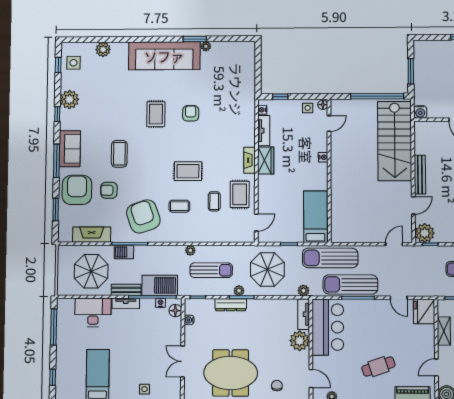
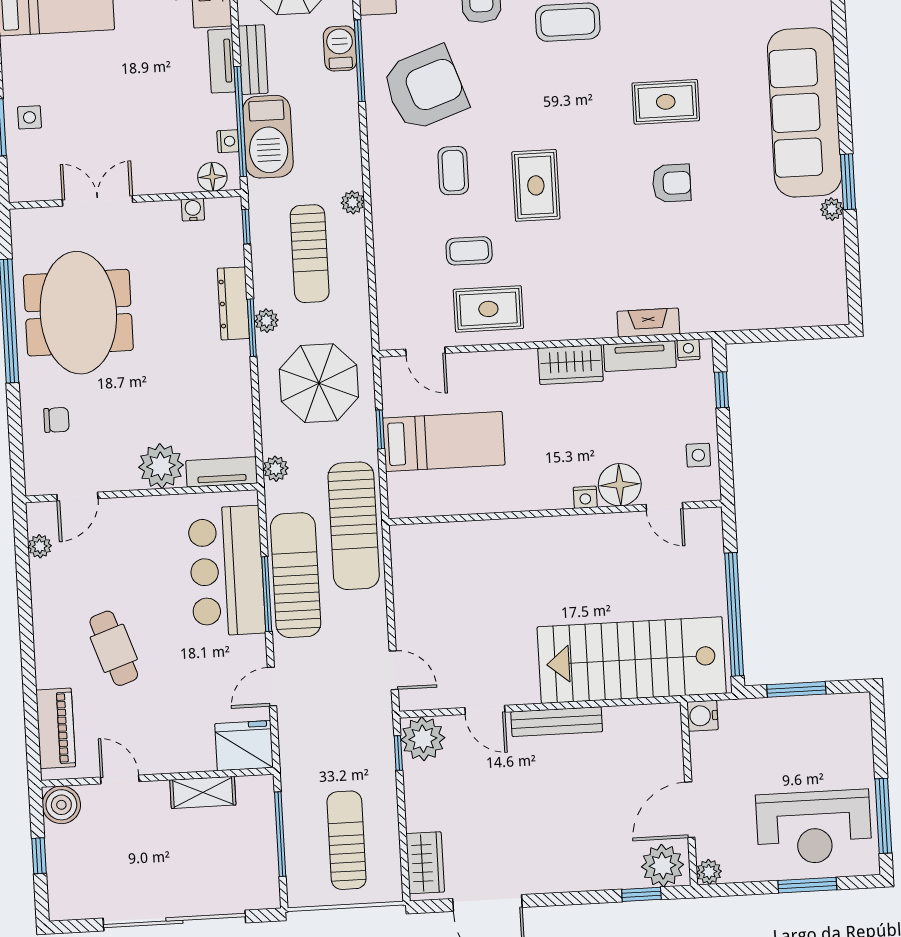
floor lamp: (323, 105) -> (620, 485), moved, width x1.89, depth x1.89
fireplace: (250, 160) -> (648, 323), moved
bed: (315, 217) -> (444, 441), moved
sun lounger: (330, 258) -> (354, 526), turned 180
bar counter: (328, 327) -> (227, 571), moved, turned 90

